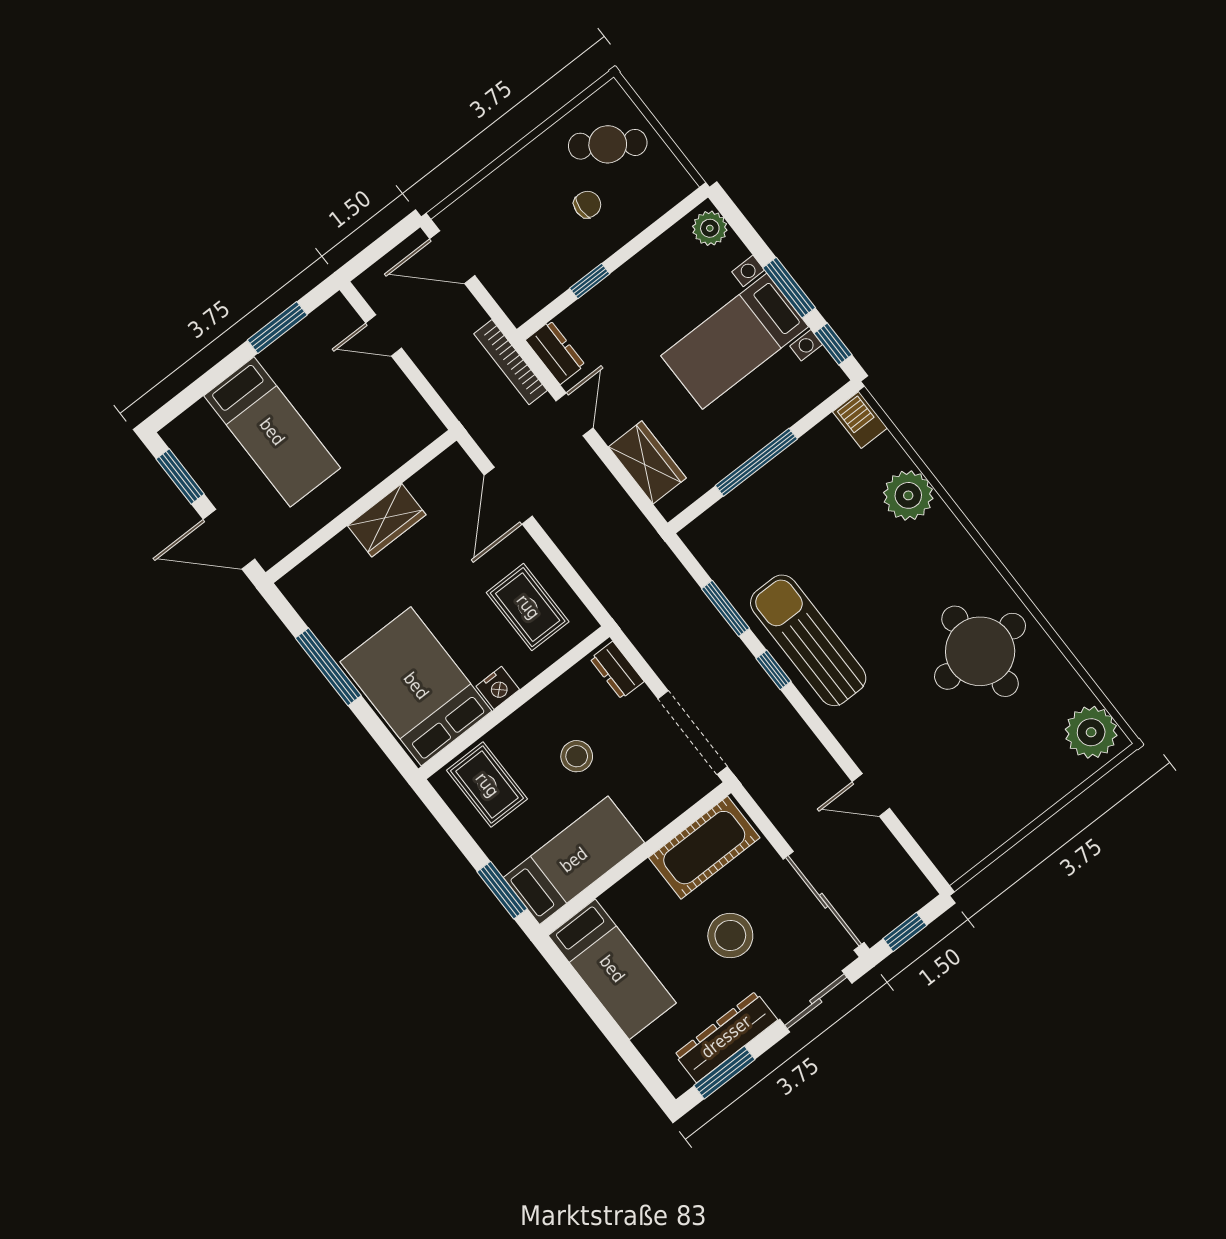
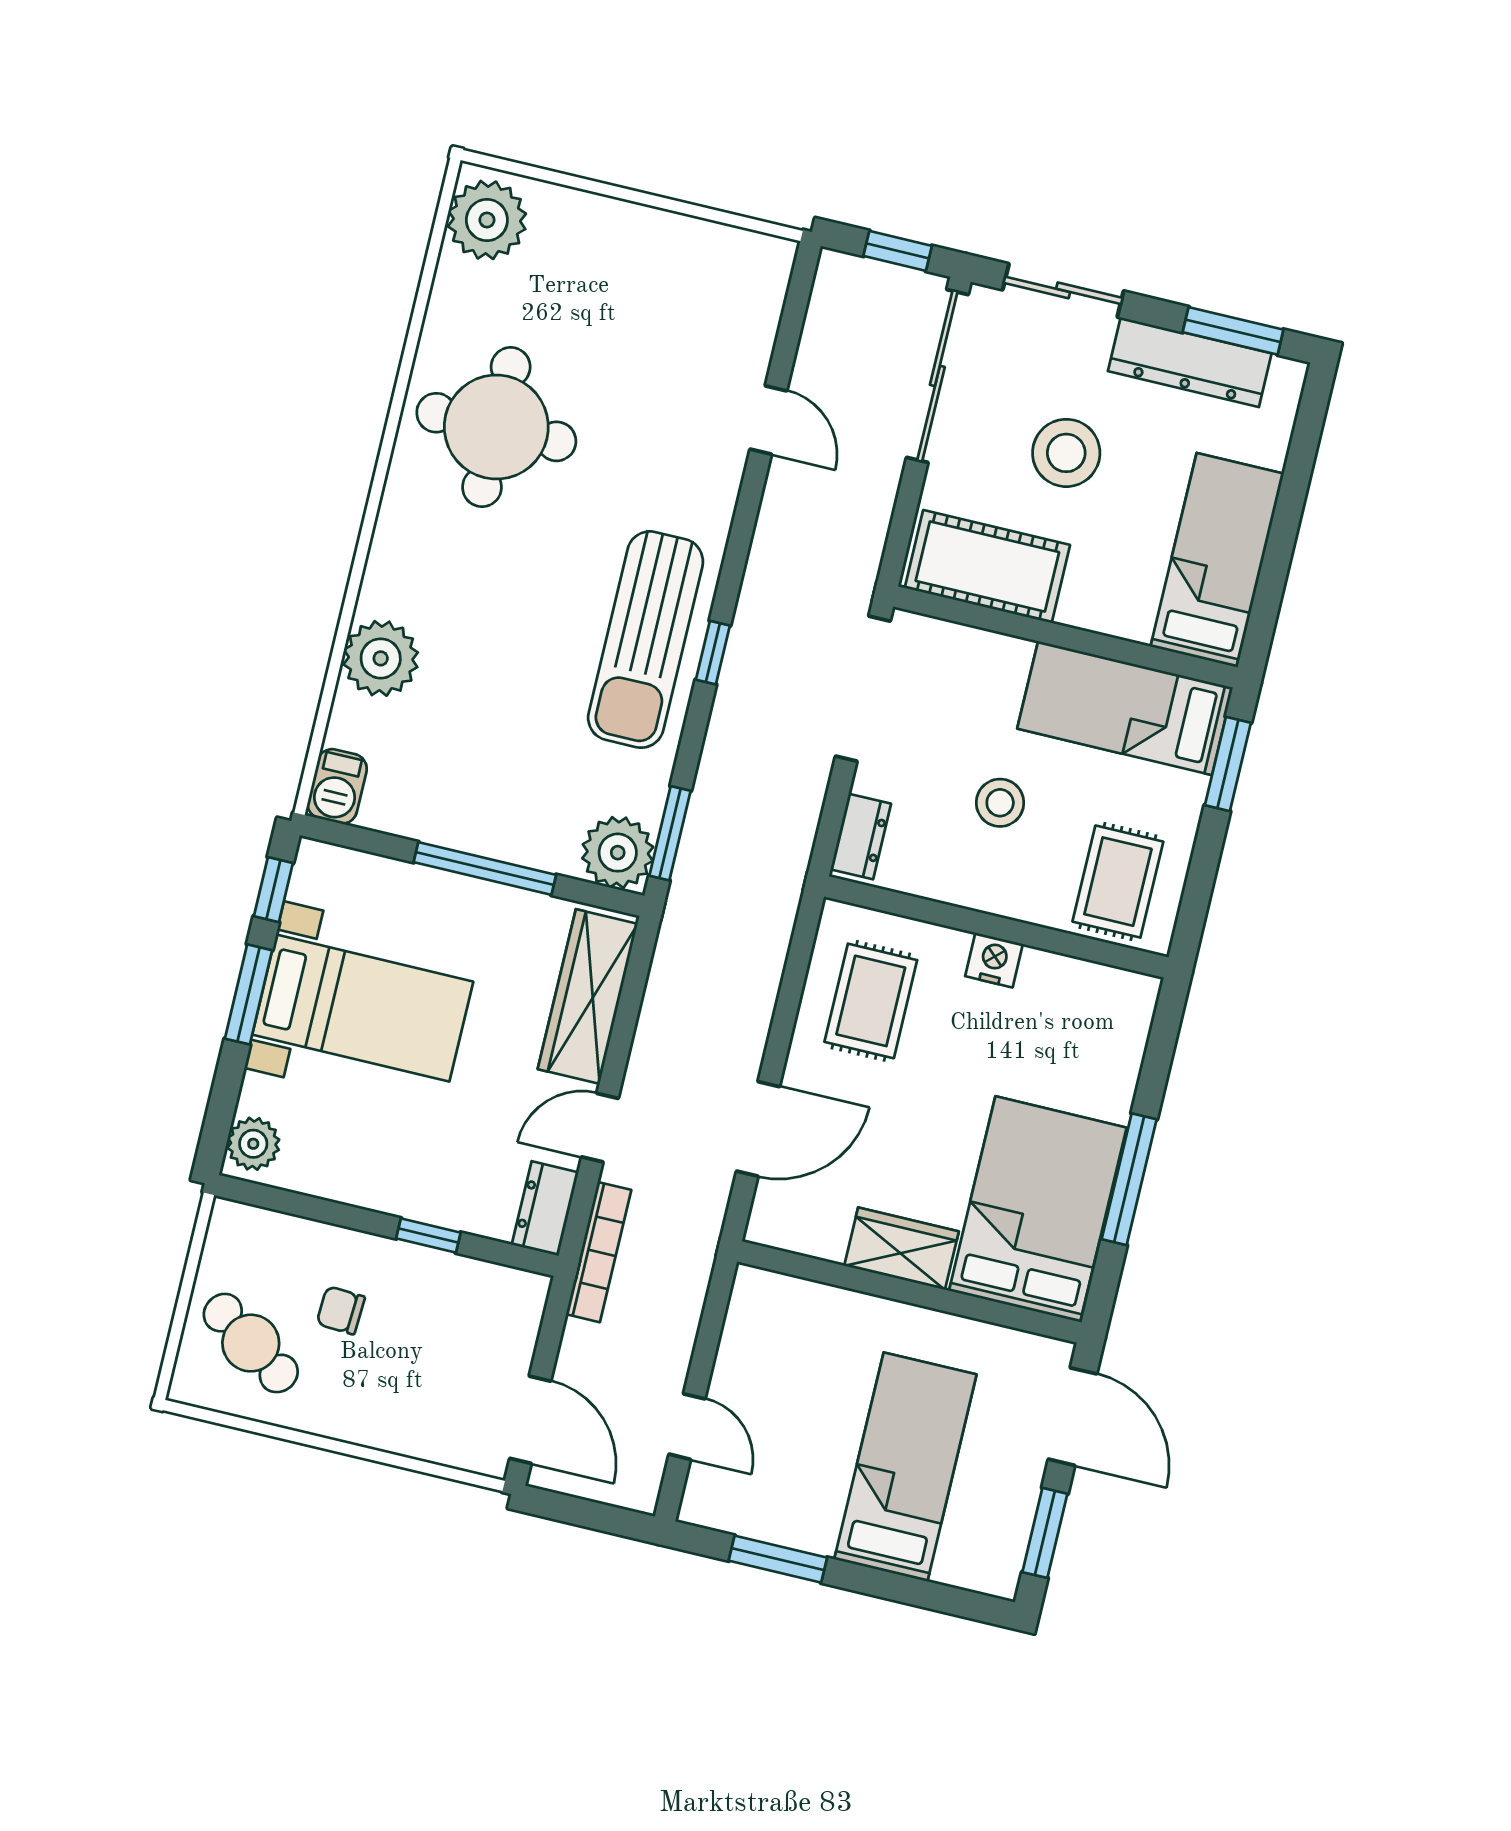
wardrobe: (647, 462) -> (588, 996), width x1.50
plant: (709, 538) -> (618, 853), added
window: (726, 608) -> (670, 833), moved
bed: (416, 686) -> (1038, 1209), moved, turned 180

